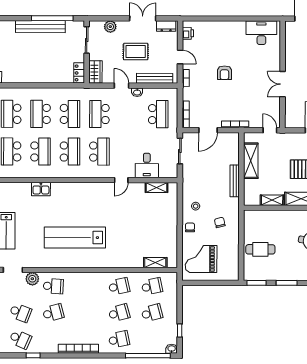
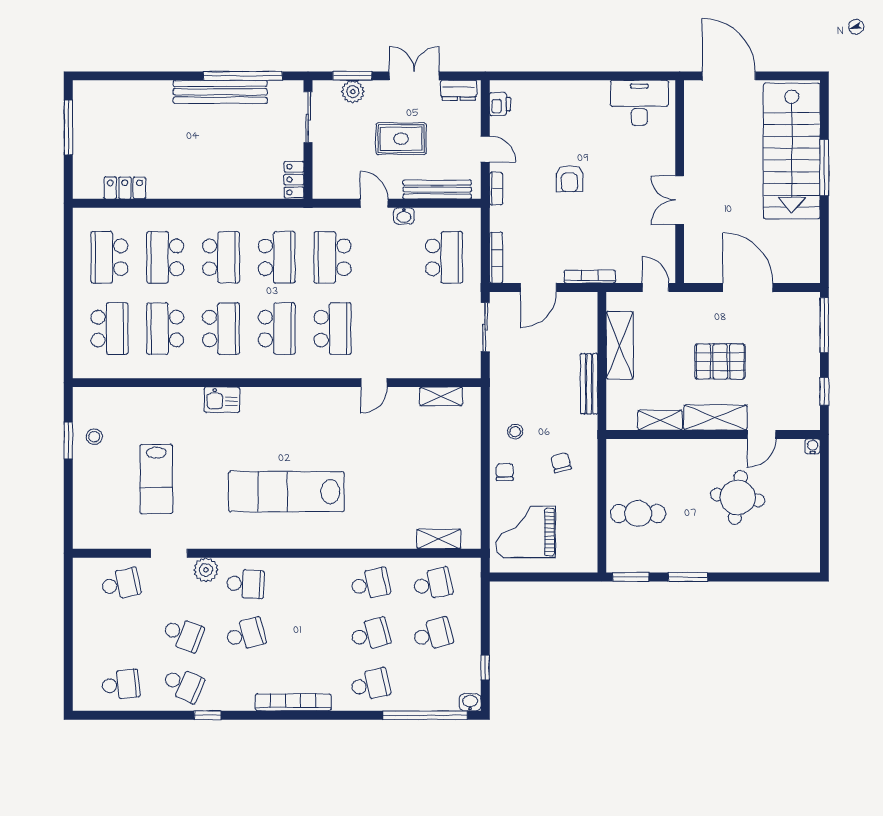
window: (110, 18) -> (352, 76), added
wardrobe: (95, 72) -> (325, 178), removed
school desk: (41, 114) -> (221, 257), turned 180
desk: (147, 165) -> (423, 355), removed

